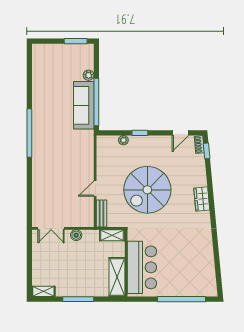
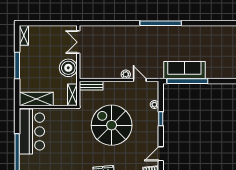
plant: (89, 75) -> (126, 74), moved
door: (180, 133) -> (161, 154), hinge flipped
door: (95, 189) -> (140, 80), moved
boiler: (76, 235) -> (68, 68), width x1.86, depth x1.86
bar counter: (142, 267) -> (32, 131), moved, turned -90

